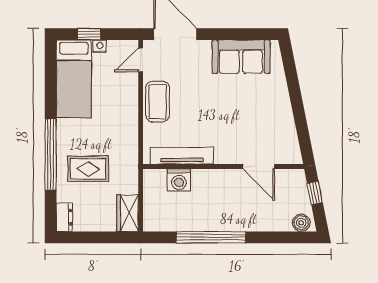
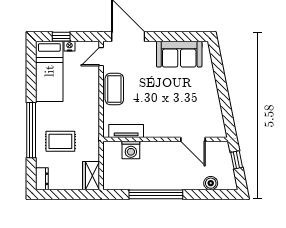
tv unit: (182, 156) -> (126, 131), width x0.71
boiler: (301, 223) -> (211, 183), moved

